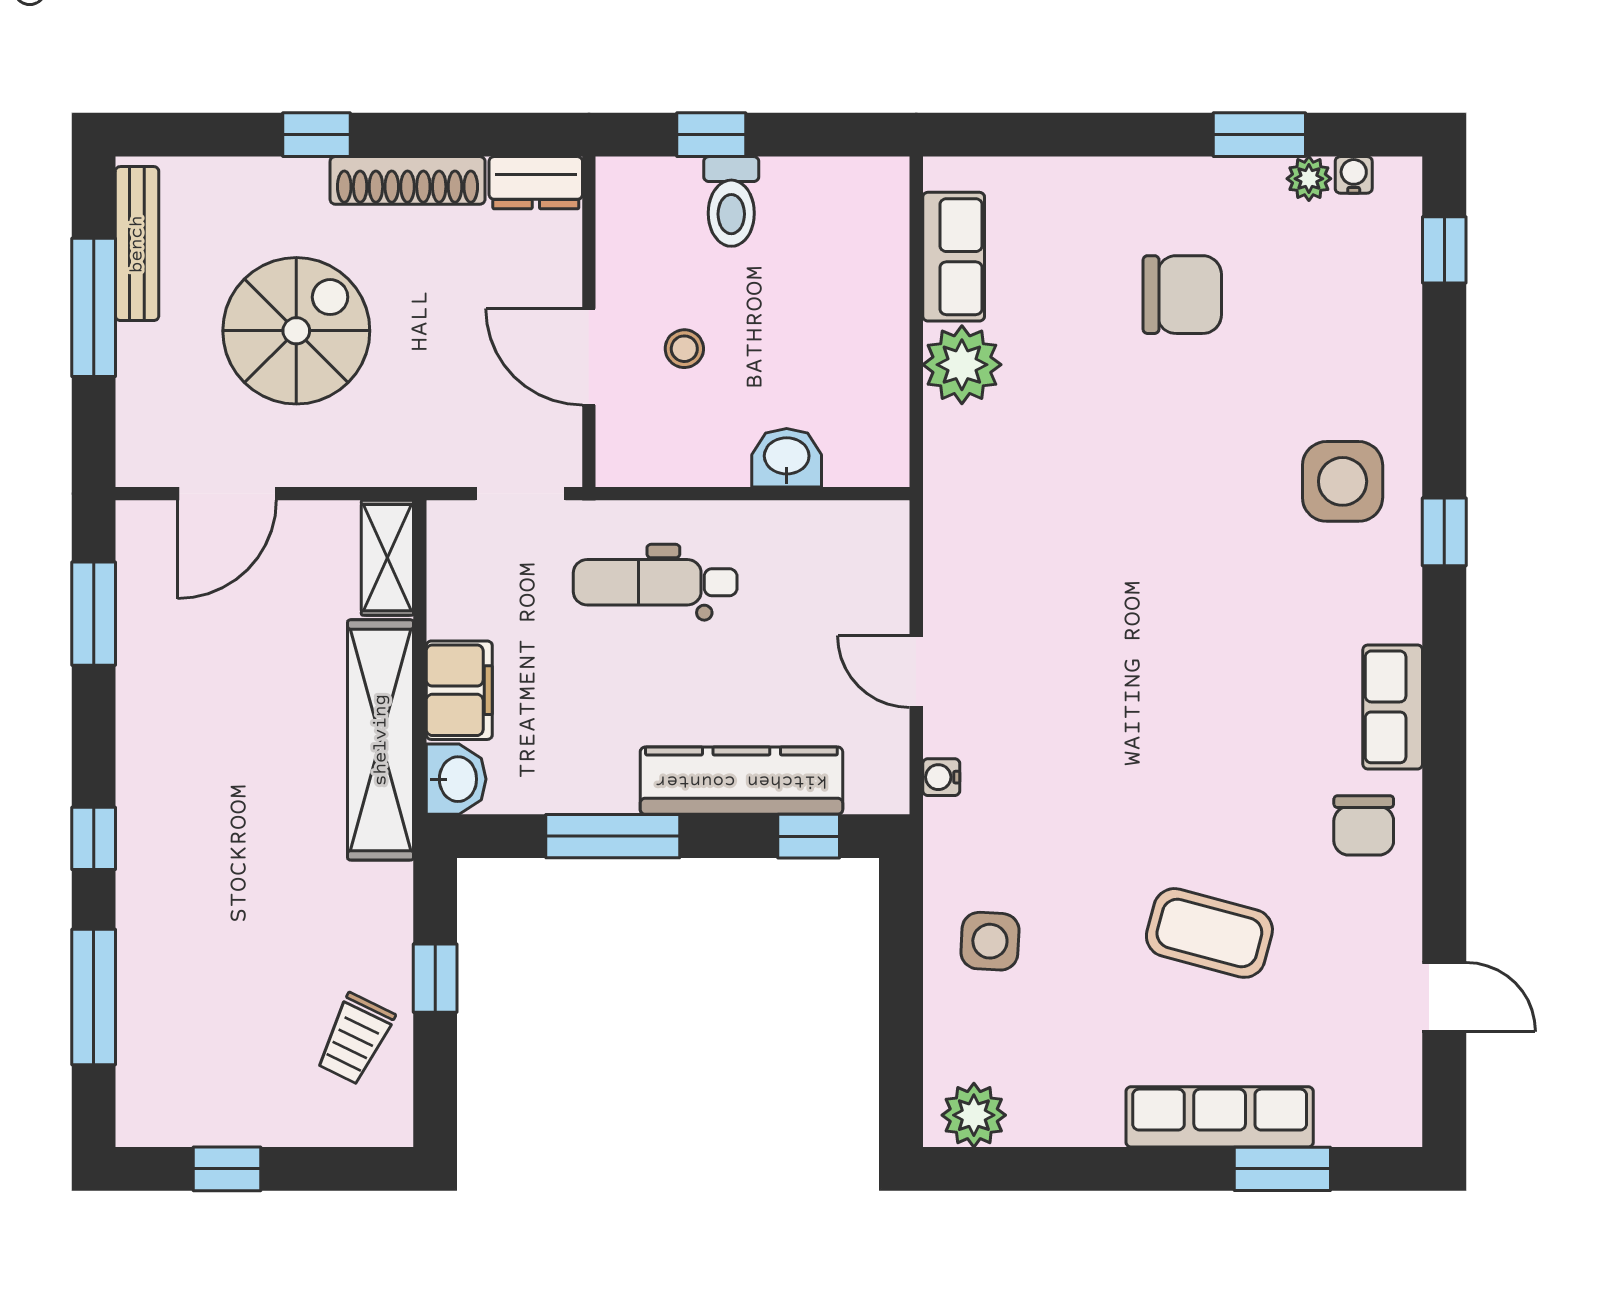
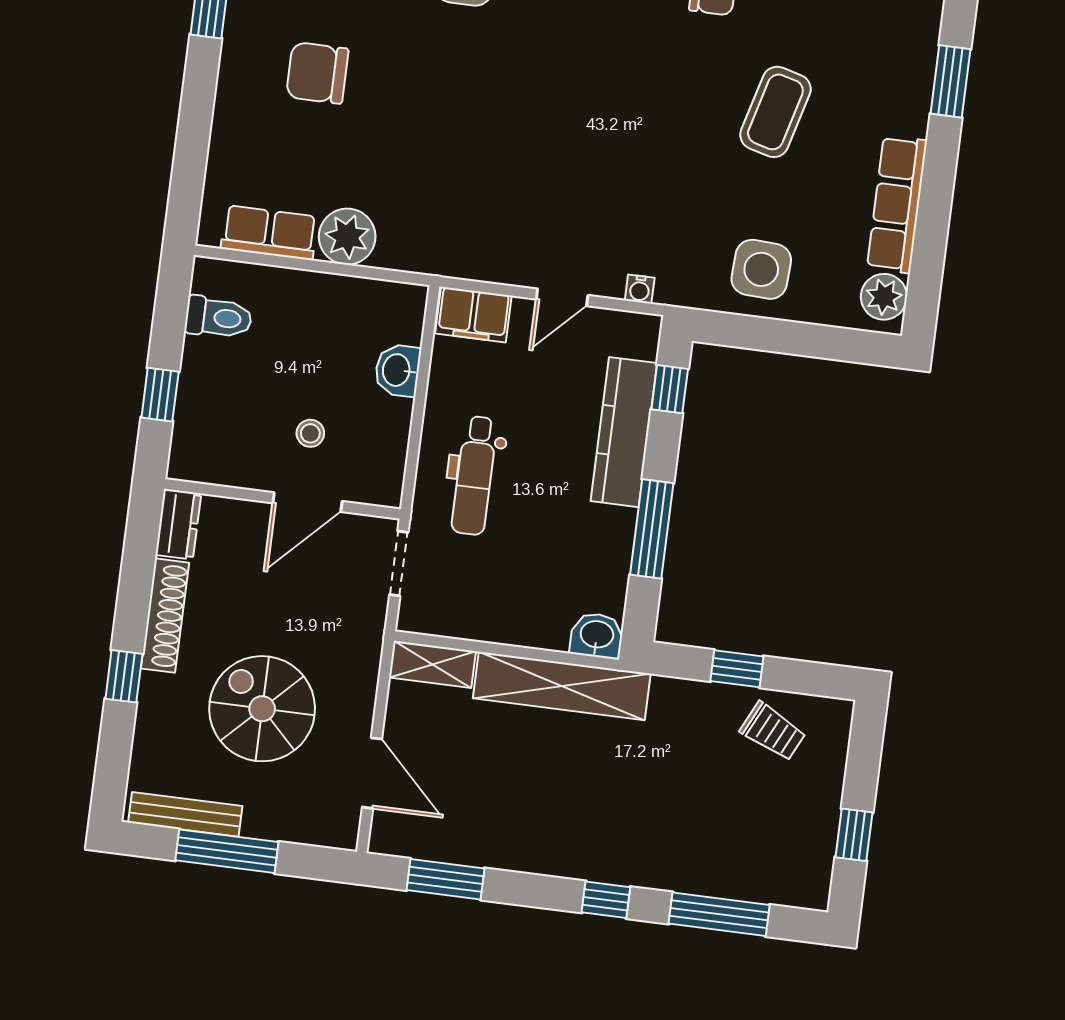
toilet: (731, 201) -> (218, 317), moved
chair: (1182, 295) -> (317, 73), turned -90
filing cabinet: (459, 690) -> (473, 315), moved, turned 180
side table: (990, 941) -> (761, 269), width x1.37, depth x1.37
row of seats: (1220, 1117) -> (897, 204), moved

